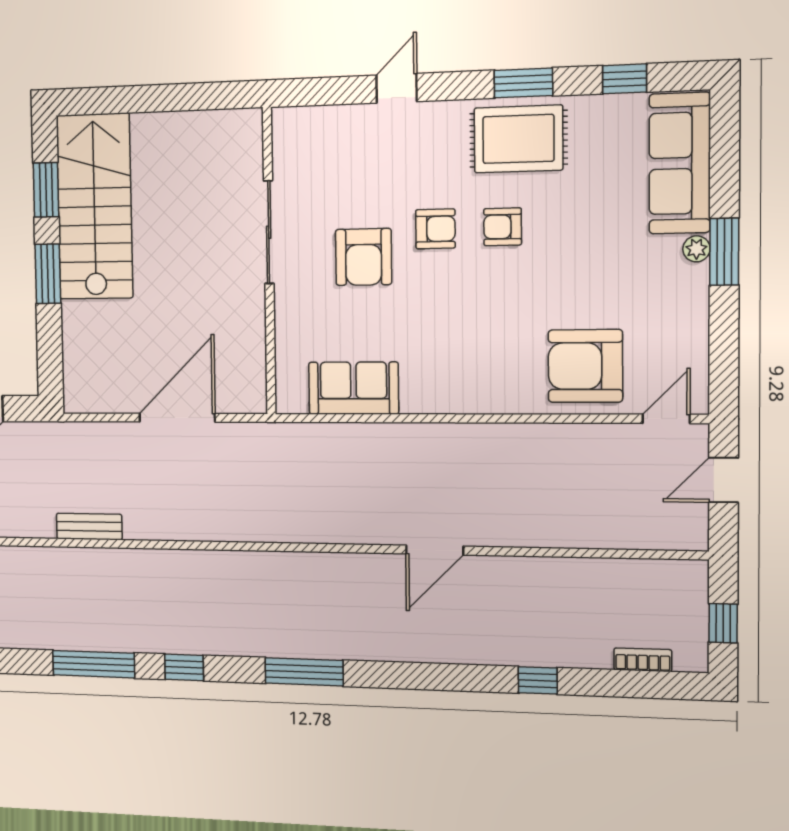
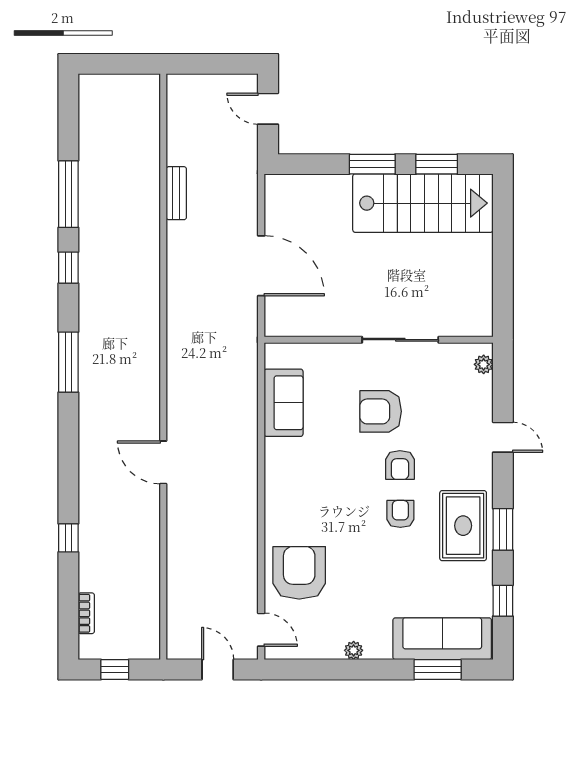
plant: (299, 119) -> (484, 364), added
plant: (696, 249) -> (354, 650), moved
window: (724, 252) -> (438, 669), moved

